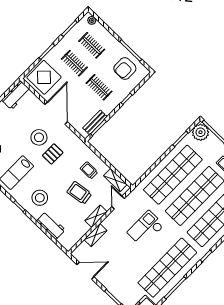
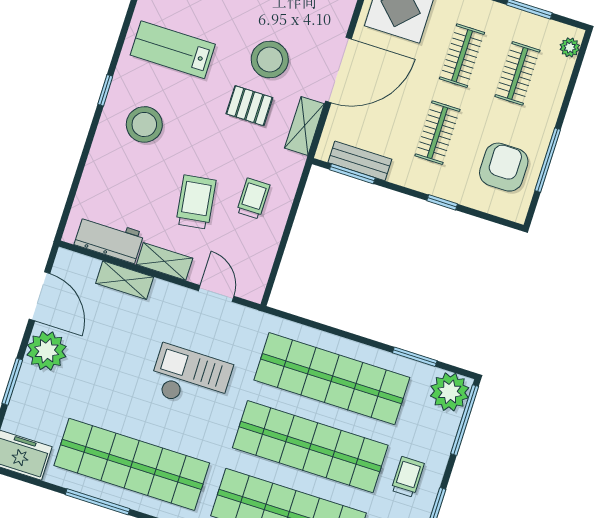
armchair: (125, 69) -> (504, 167), turned 90
shelving: (115, 180) -> (304, 126), moved
door: (118, 203) -> (216, 293), hinge flipped
workbench: (51, 225) -> (109, 239), moved, turned -90
plant: (108, 278) -> (47, 351), added

